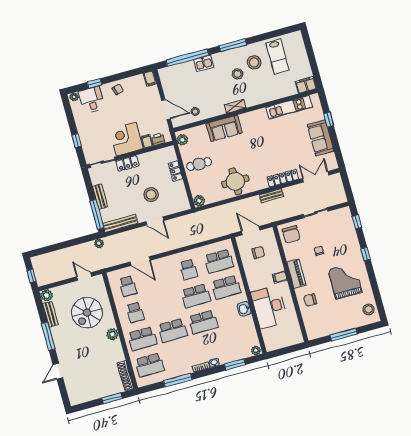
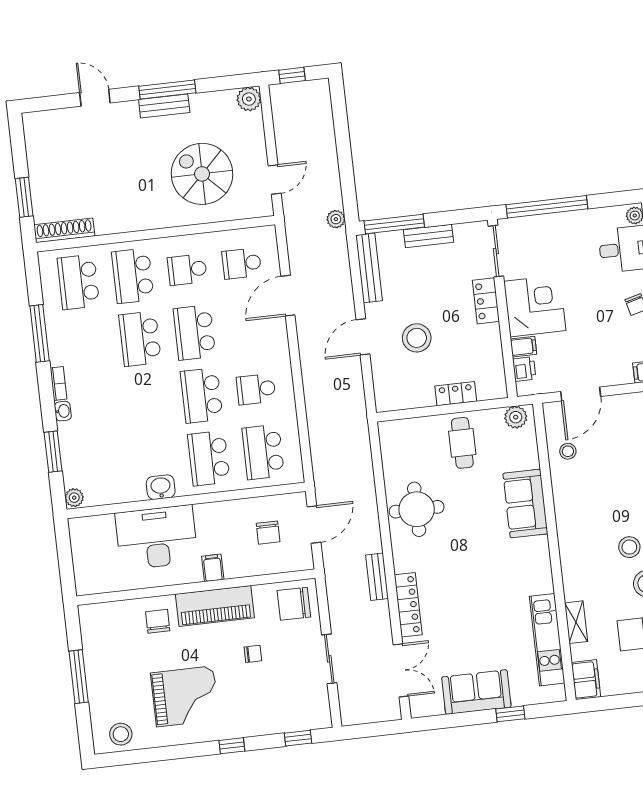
shelving: (235, 106) -> (576, 622), moved
window: (77, 141) -> (547, 207), width x3.17
plant: (199, 201) -> (389, 432), removed
piano: (296, 274) -> (215, 606), width x1.37, depth x1.33
bench: (50, 314) -> (164, 106), moved
school desk: (203, 322) -> (194, 333), moved
plant: (112, 334) -> (151, 218), removed

